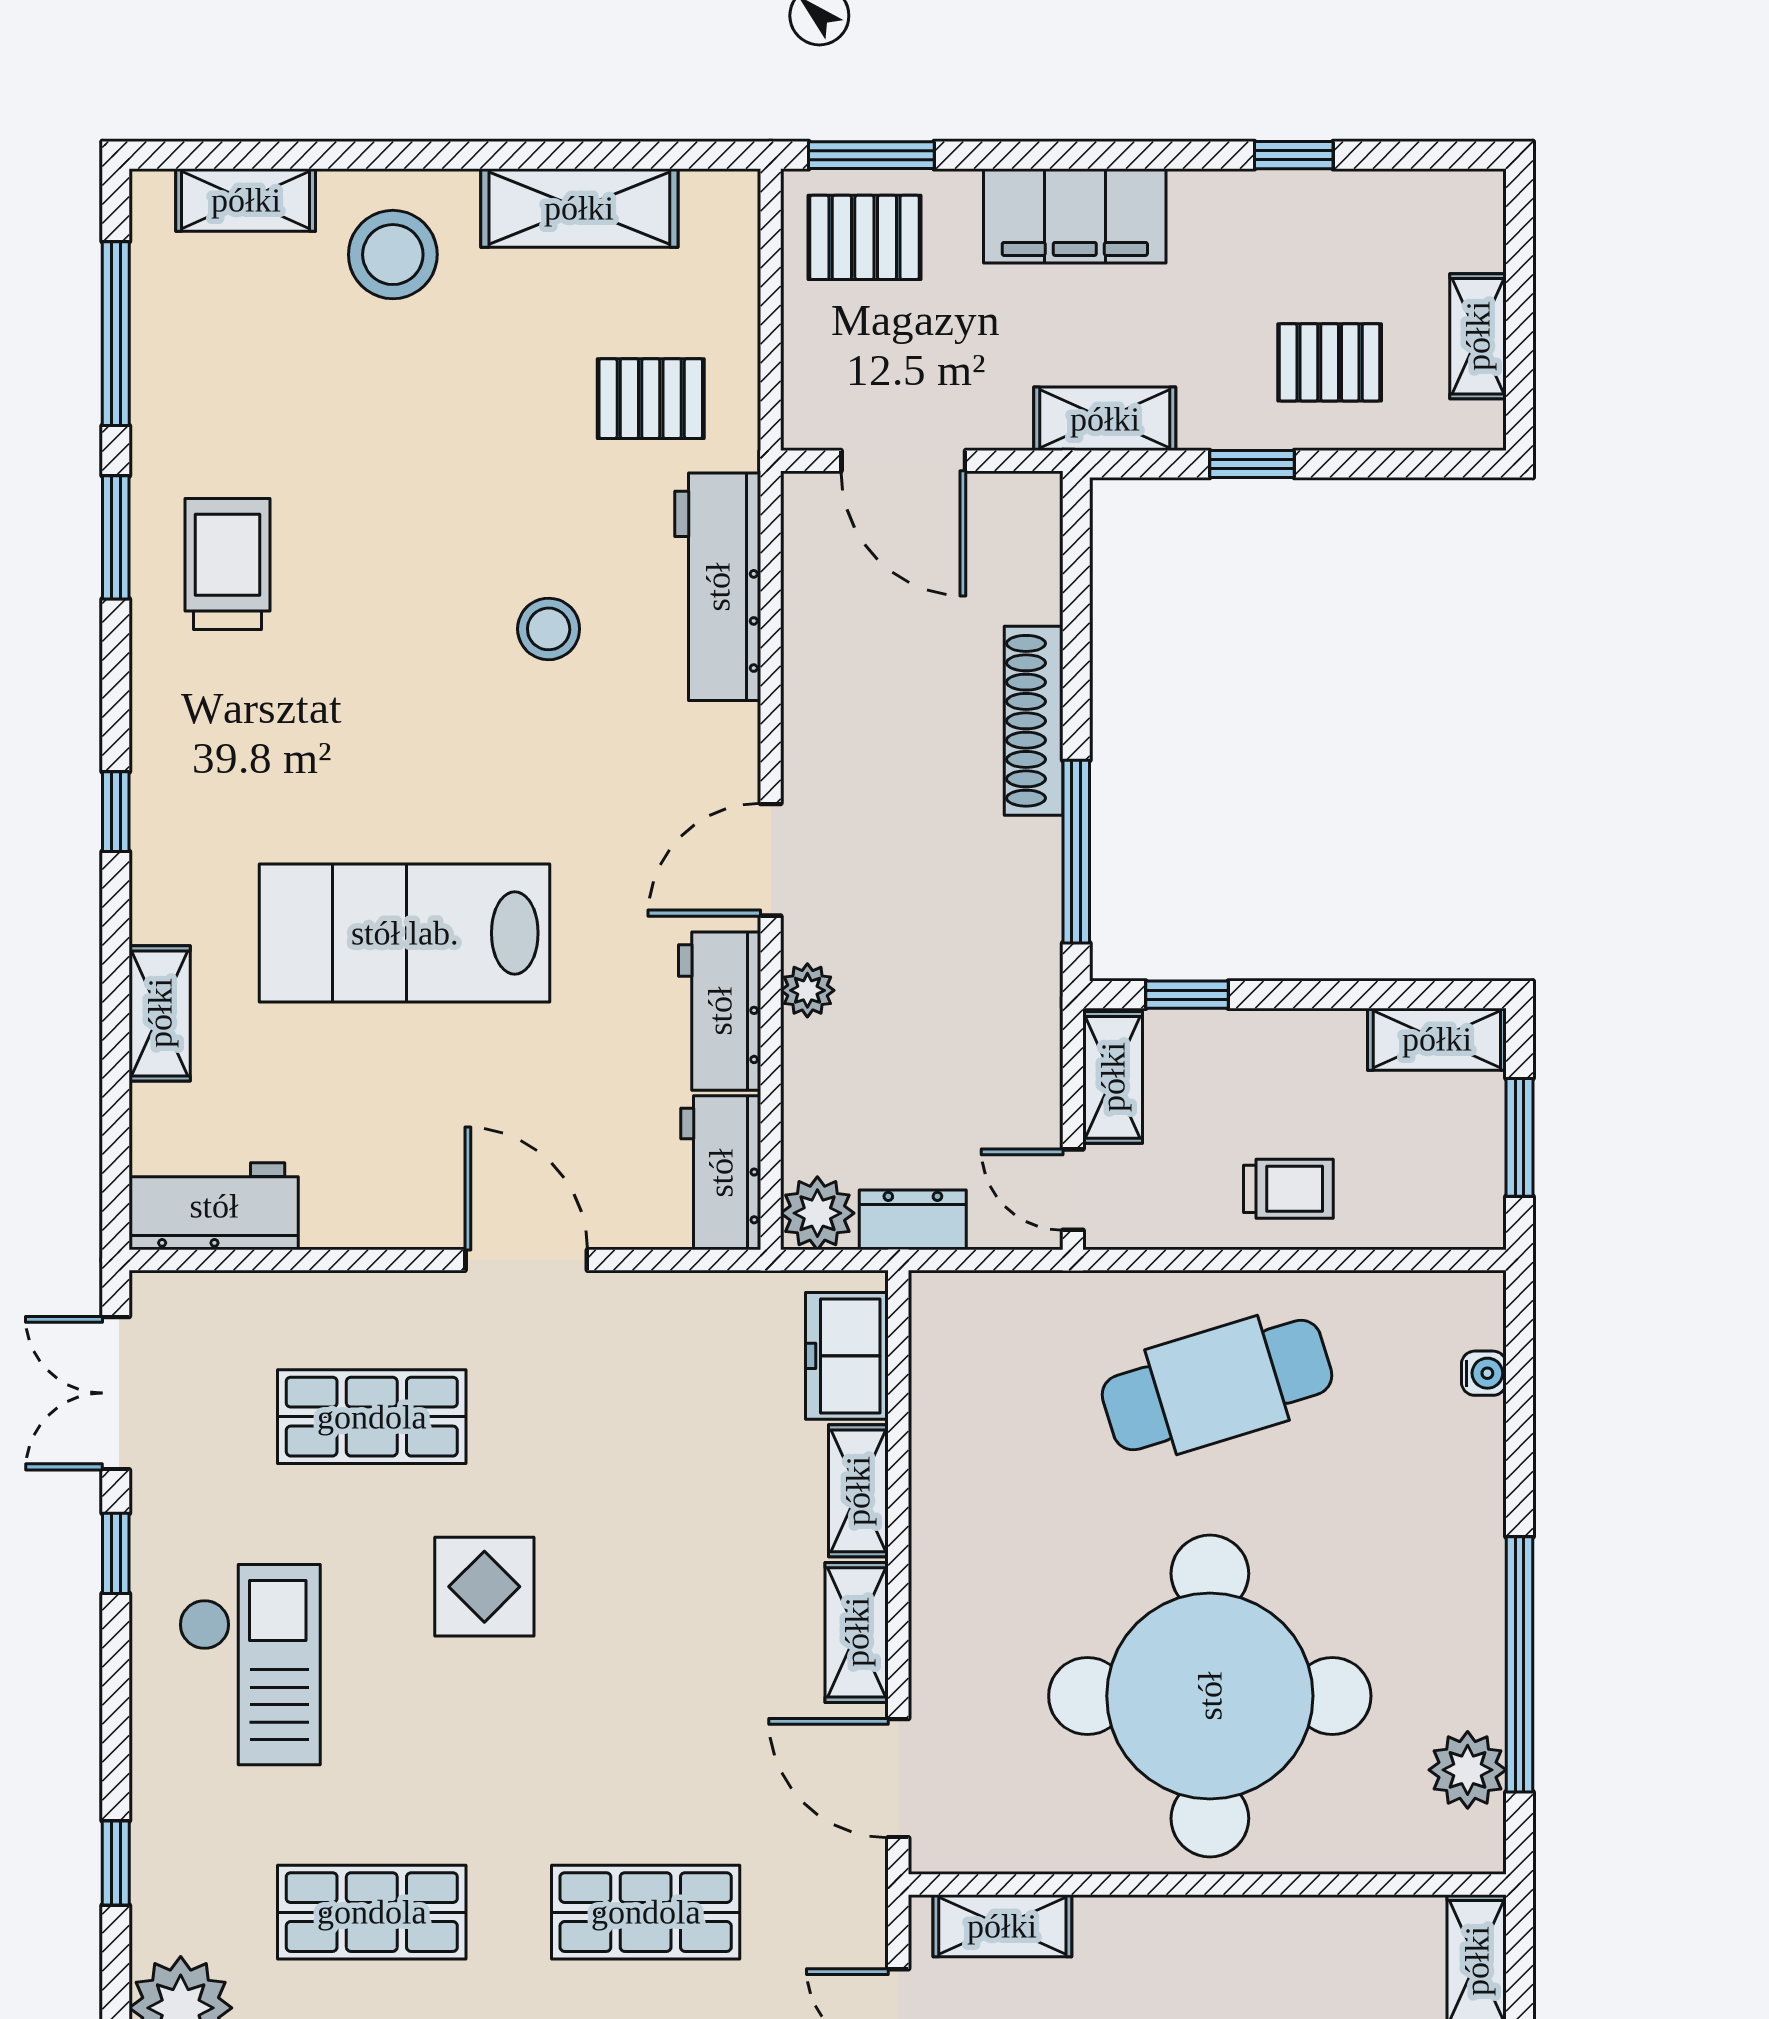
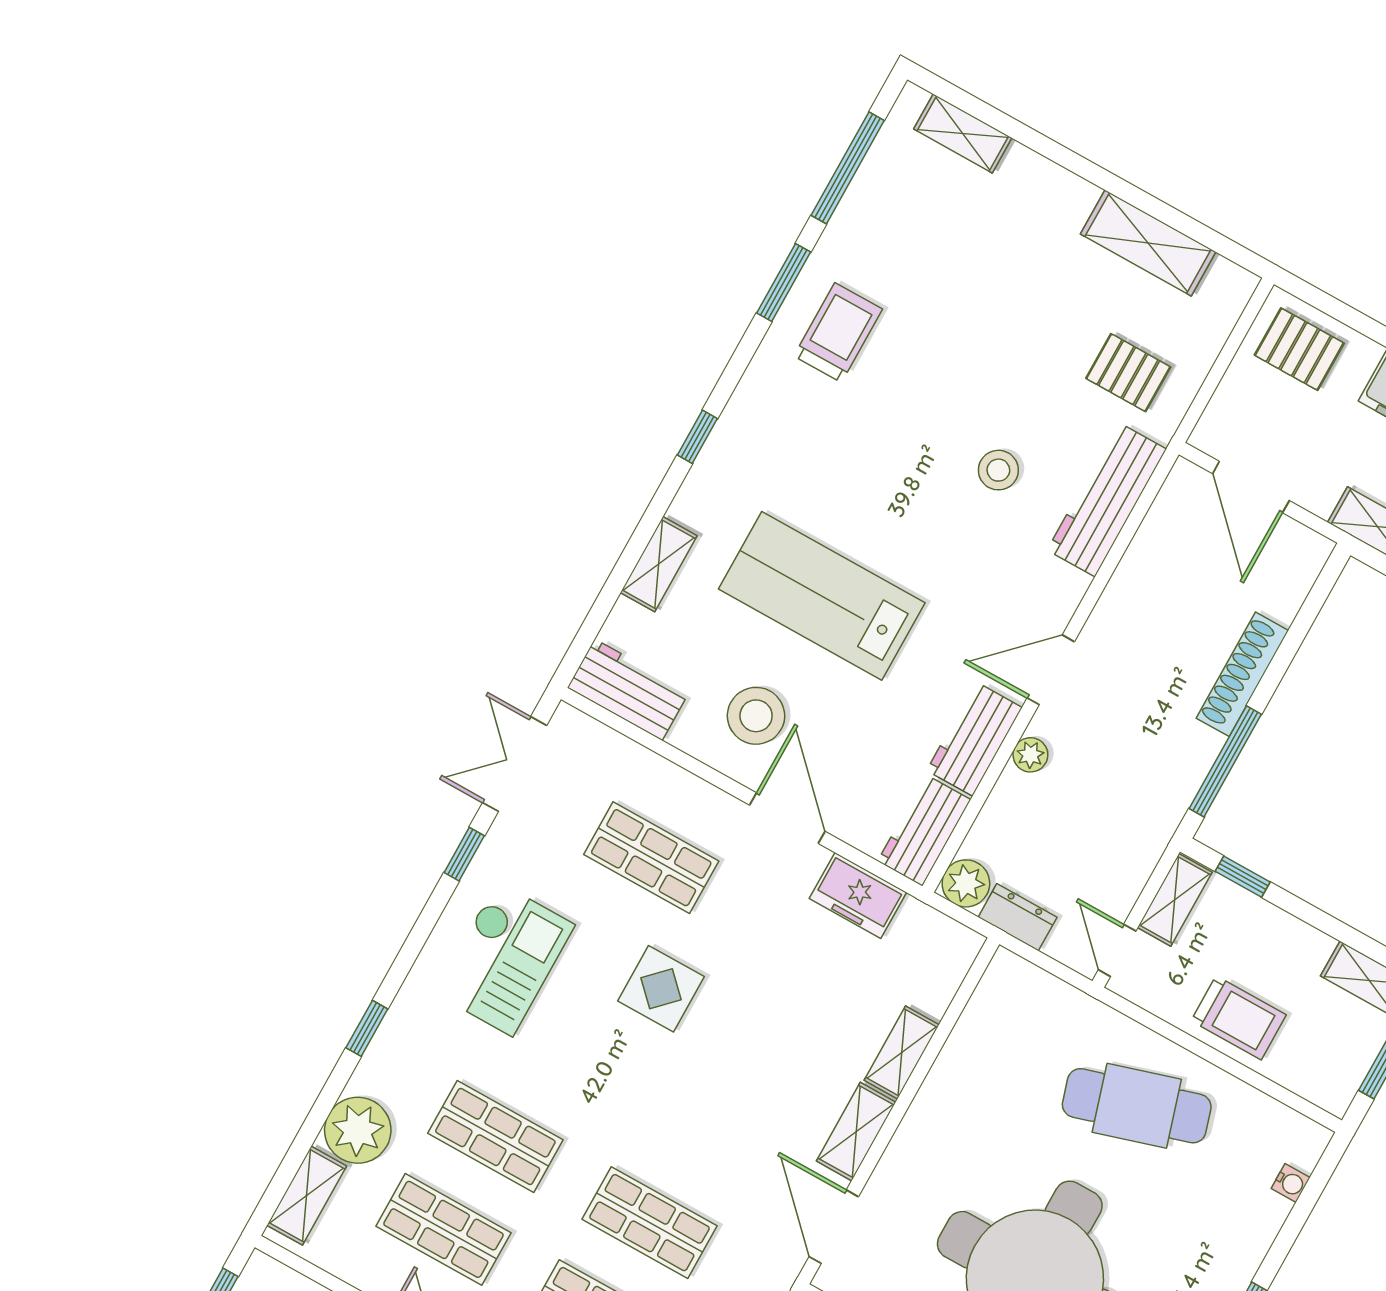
window: (871, 155) -> (1329, 305), removed
stool: (393, 255) -> (756, 716), moved
trolley: (1288, 1189) -> (1239, 1018), width x1.36, depth x1.39
freezer: (847, 1356) -> (858, 895), moved, turned -90

